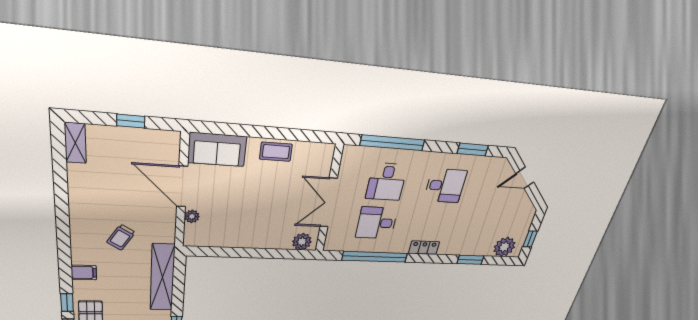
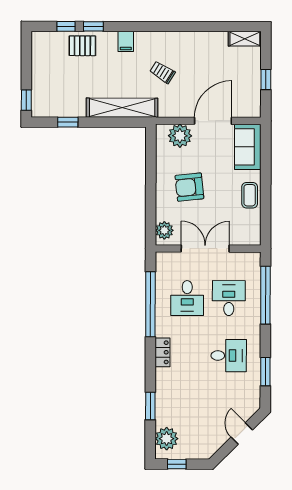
desk: (386, 182) -> (229, 298), turned 90
desk: (445, 186) -> (229, 356), turned -90
armchair: (258, 215) -> (189, 187), added
plant: (192, 216) -> (180, 136), width x1.87, depth x1.87
desk: (377, 223) -> (187, 298), turned 180

